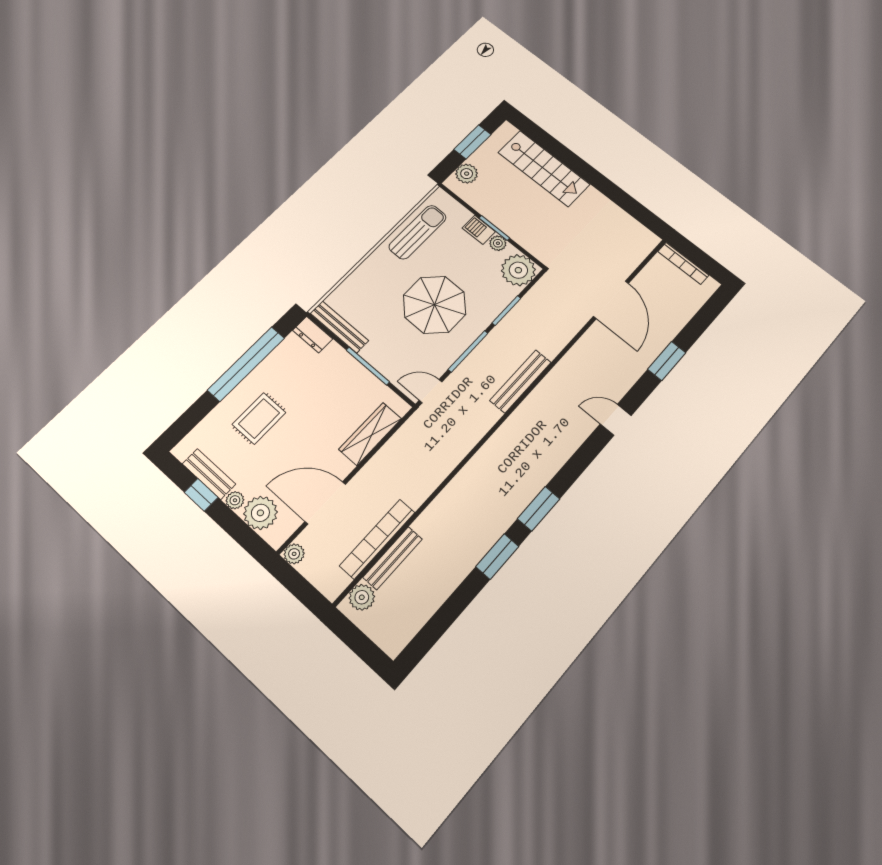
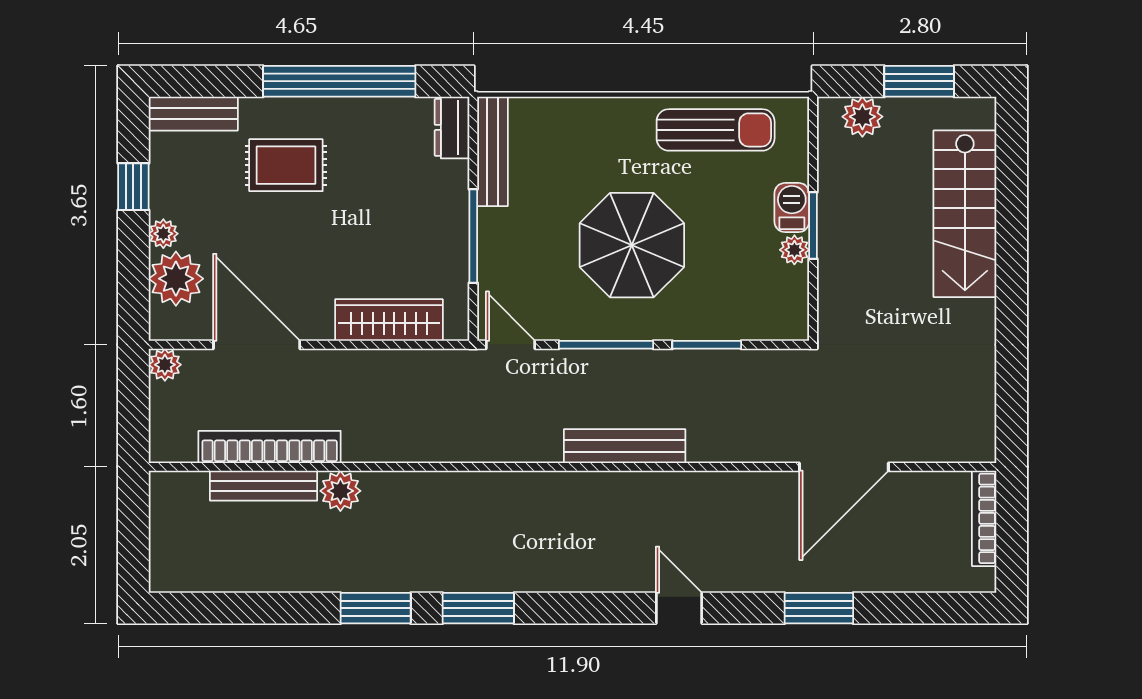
plant: (518, 270) -> (779, 311), removed
bench: (209, 474) -> (193, 114), moved, turned 90
plant: (362, 597) -> (340, 491), moved

